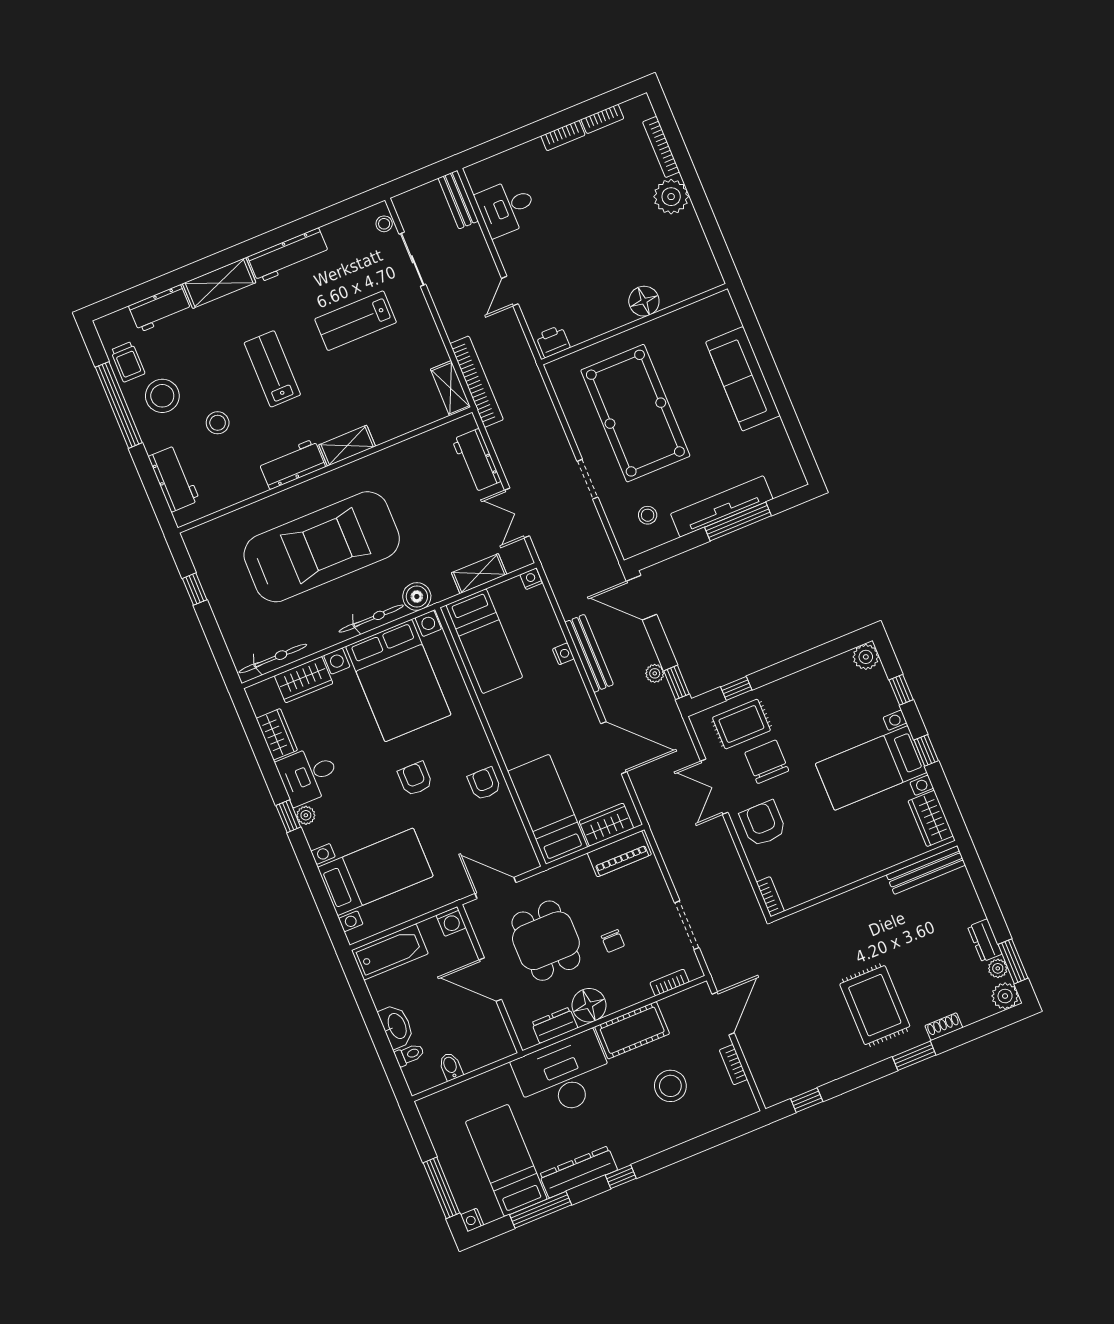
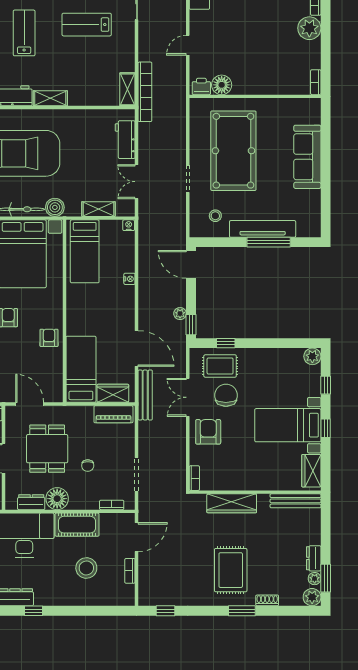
bookcase: (711, 269) -> (316, 82), added
floor lamp: (644, 301) -> (222, 85), moved
bench: (589, 653) -> (145, 395), moved
wardrobe: (838, 911) -> (232, 503), added

